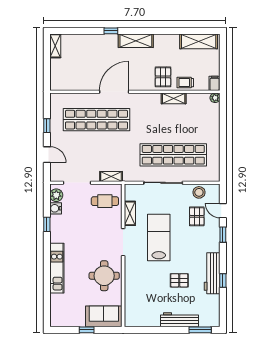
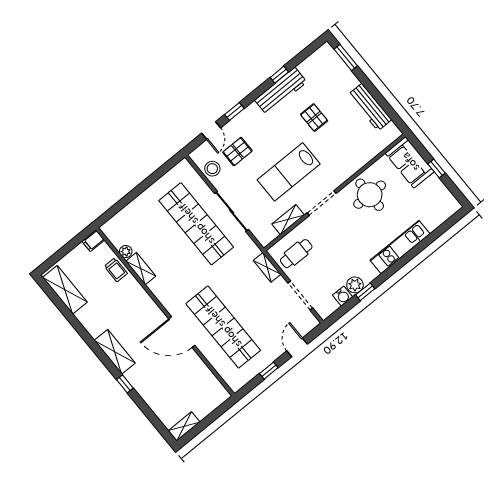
pallet: (163, 77) -> (128, 296), removed
plant: (215, 98) -> (126, 251), moved
plant: (56, 195) -> (355, 285), moved
cafe table: (105, 201) -> (296, 254), turned 90
workbench: (180, 320) -> (370, 107), moved

